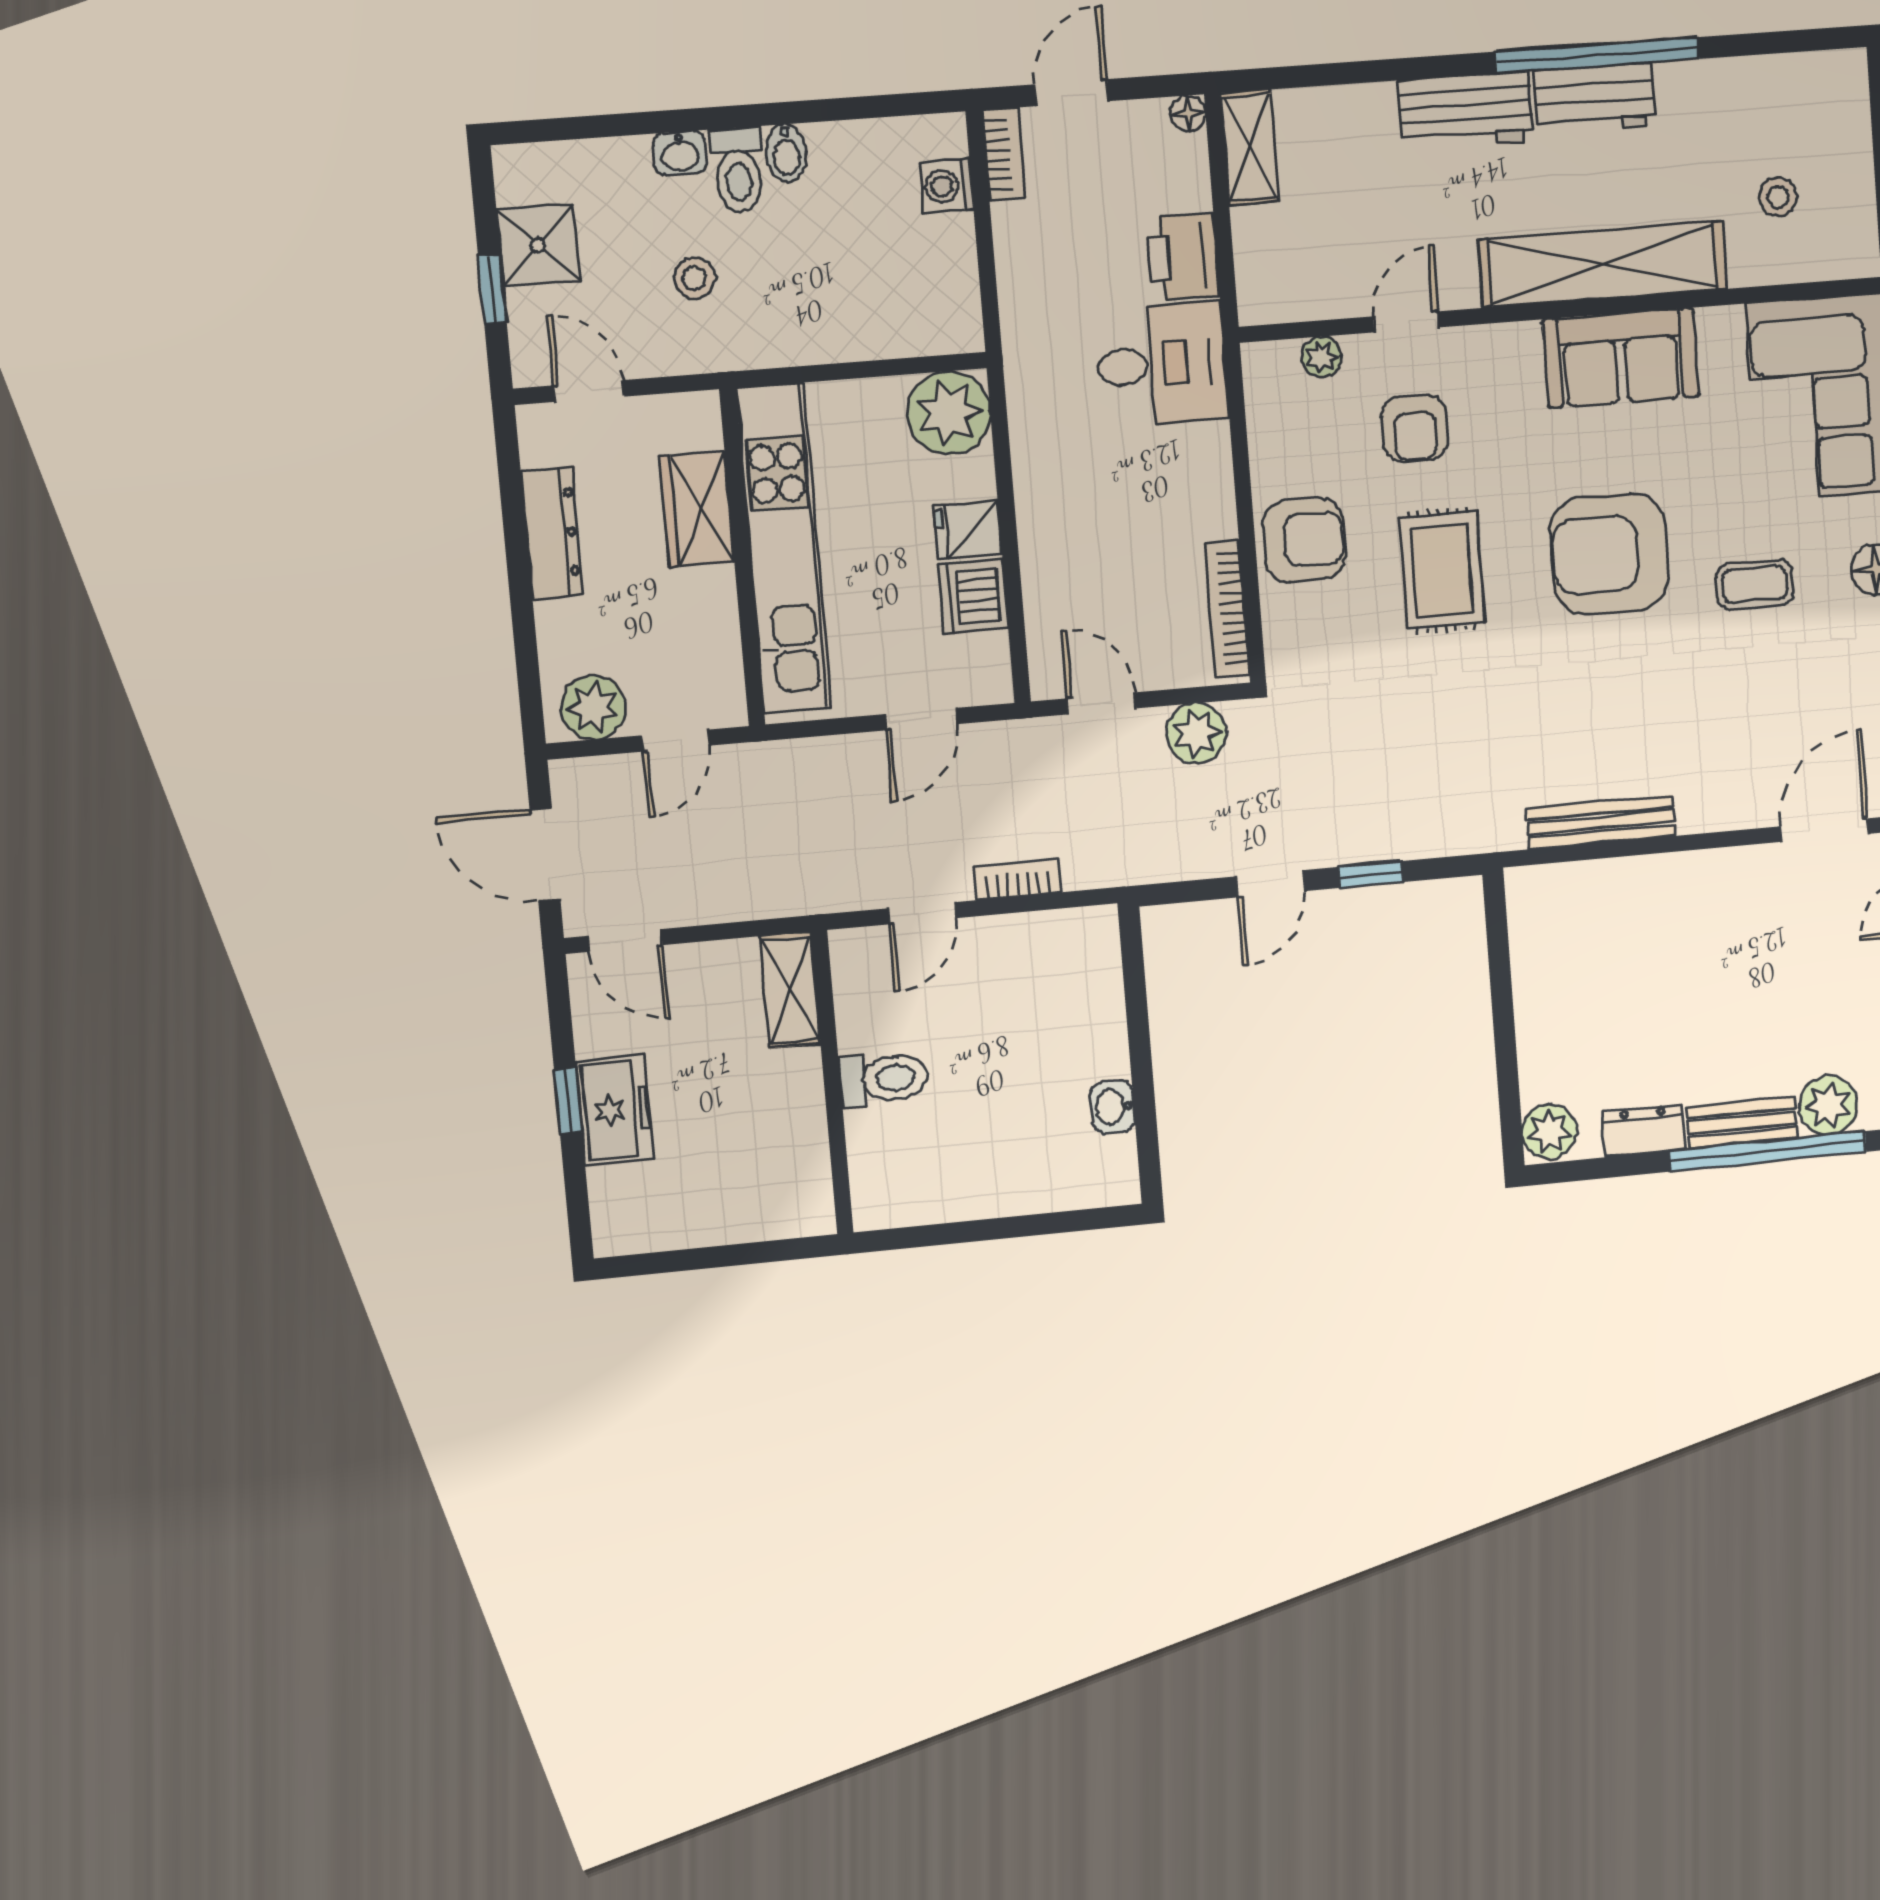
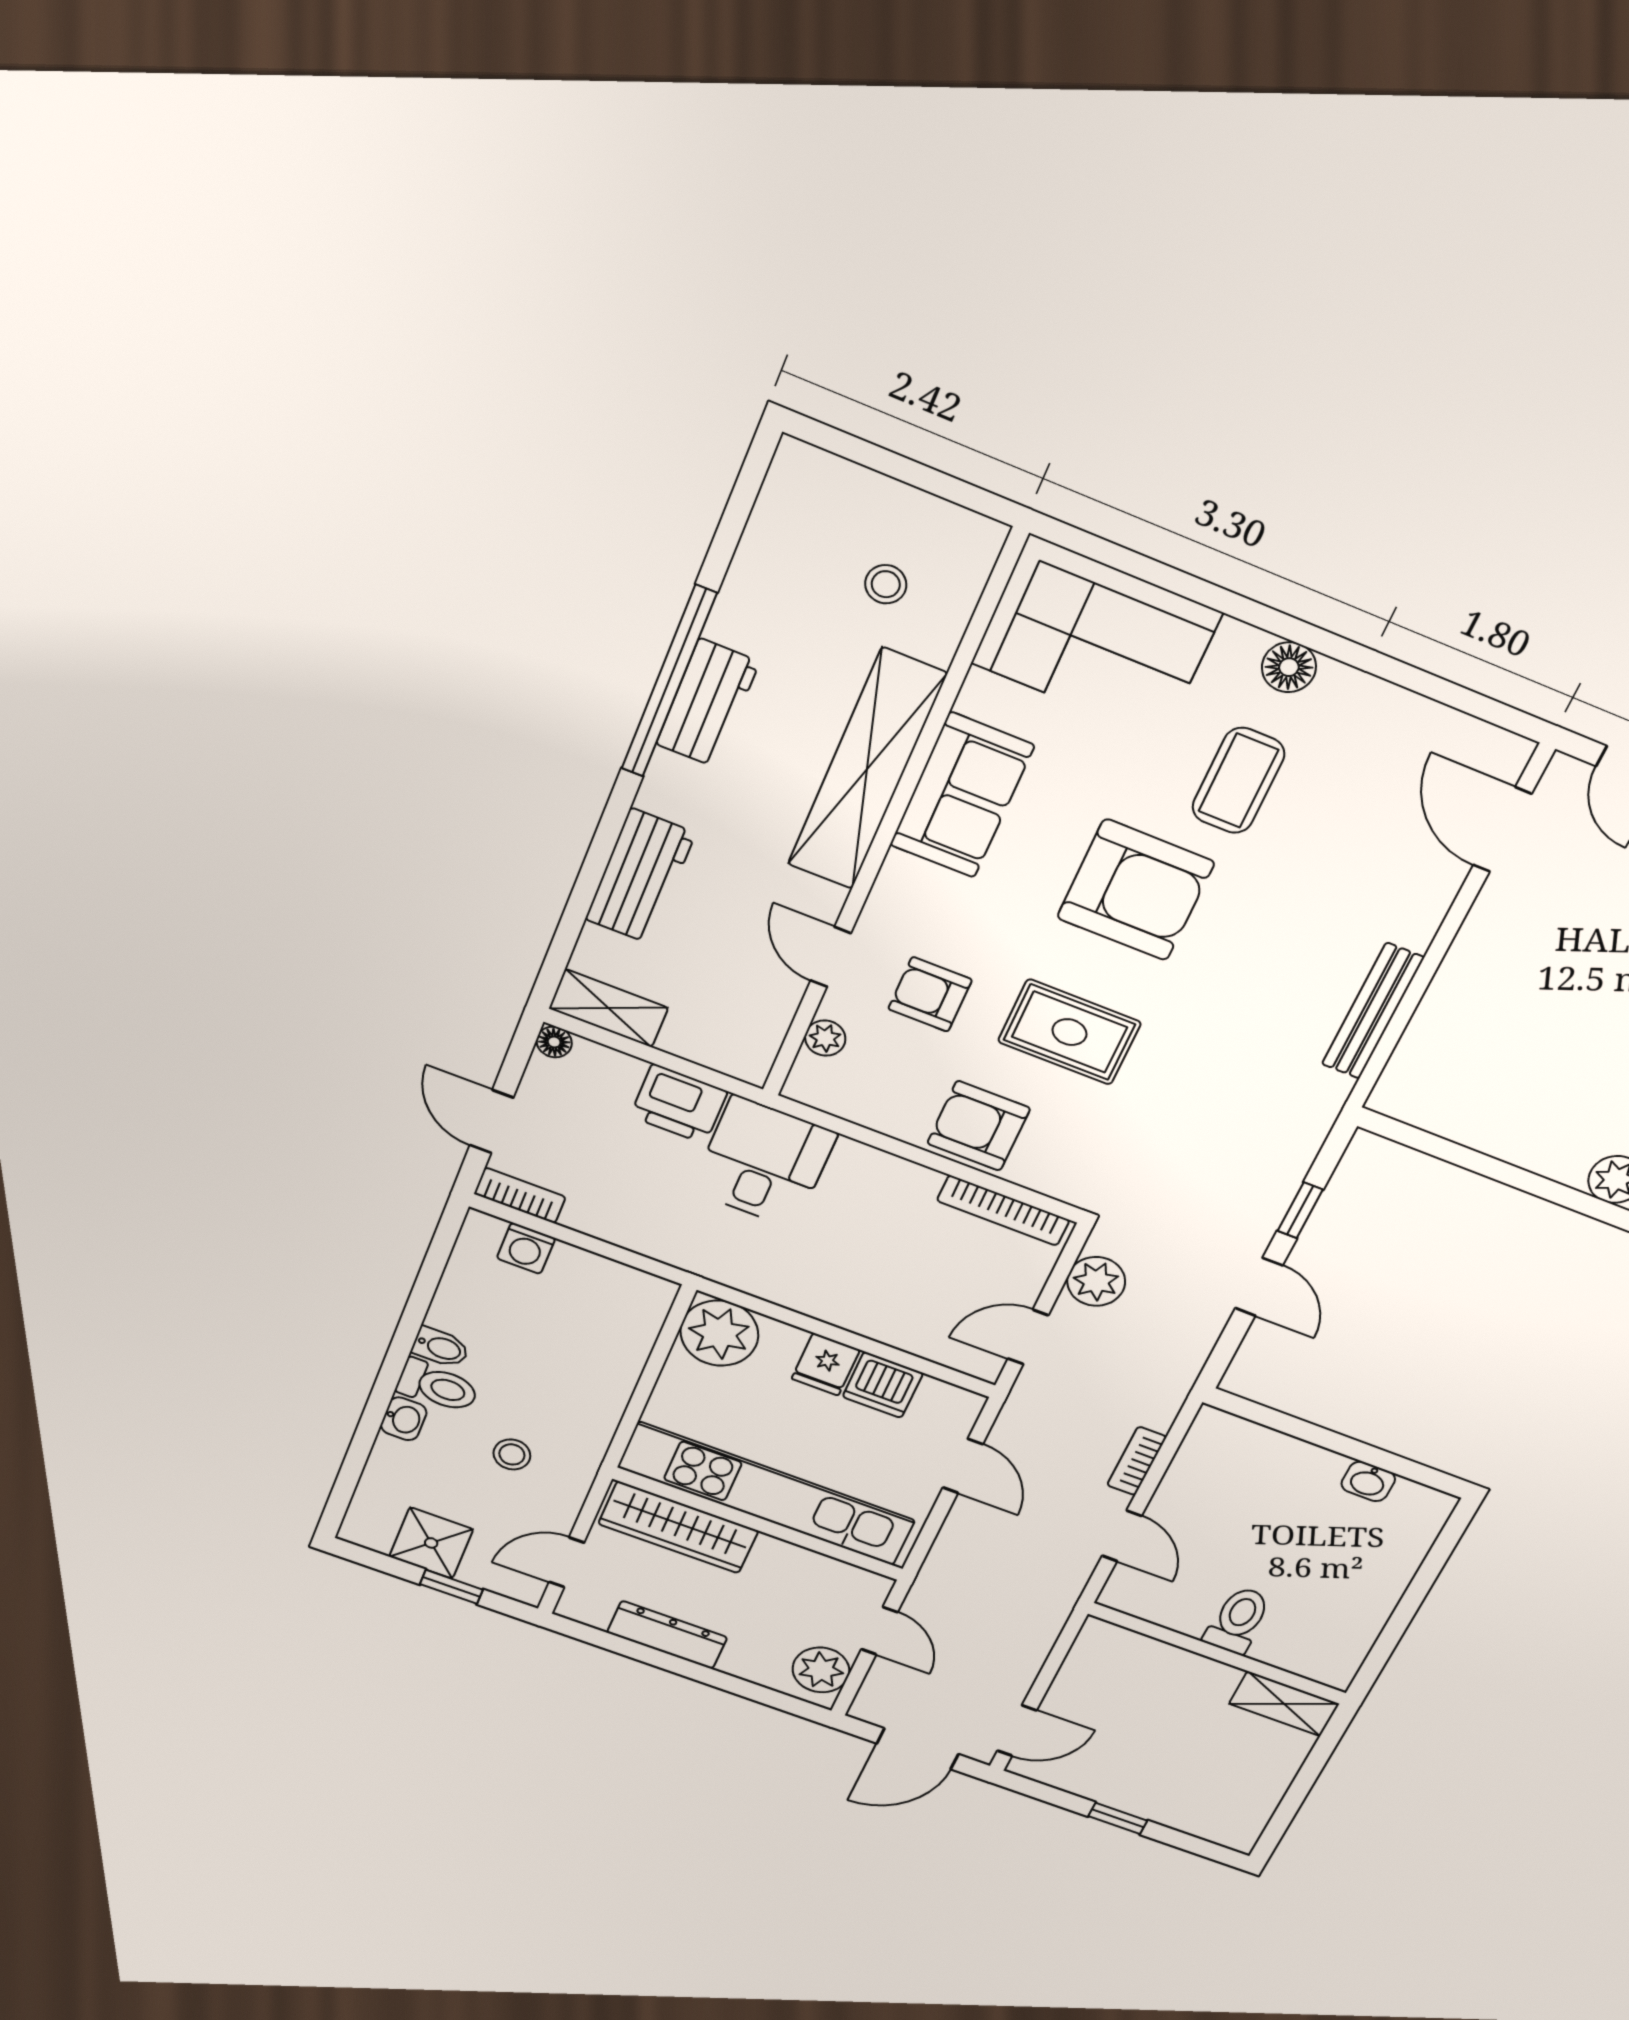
workbench: (1465, 110) -> (640, 876), moved
armchair: (1415, 428) -> (930, 994), turned 180
wardrobe: (697, 509) -> (678, 1527), width x1.50
armchair: (1304, 540) -> (979, 1126), turned -90
armchair: (1609, 554) -> (1136, 890), turned -90
coffee table: (1755, 585) -> (1238, 781), width x1.36, depth x1.30
shelving: (790, 990) -> (1284, 1704), moved
freezer: (615, 1110) -> (1144, 1794), removed

